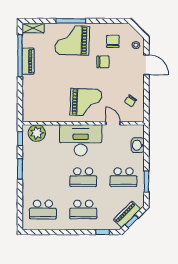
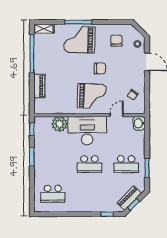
piano: (28, 61) -> (39, 86), moved
chair: (103, 62) -> (100, 68), moved
door: (113, 123) -> (117, 115), hinge flipped
plant: (37, 133) -> (60, 124), moved
washbasin: (138, 145) -> (139, 123), moved
school desk: (83, 210) -> (89, 194), removed

